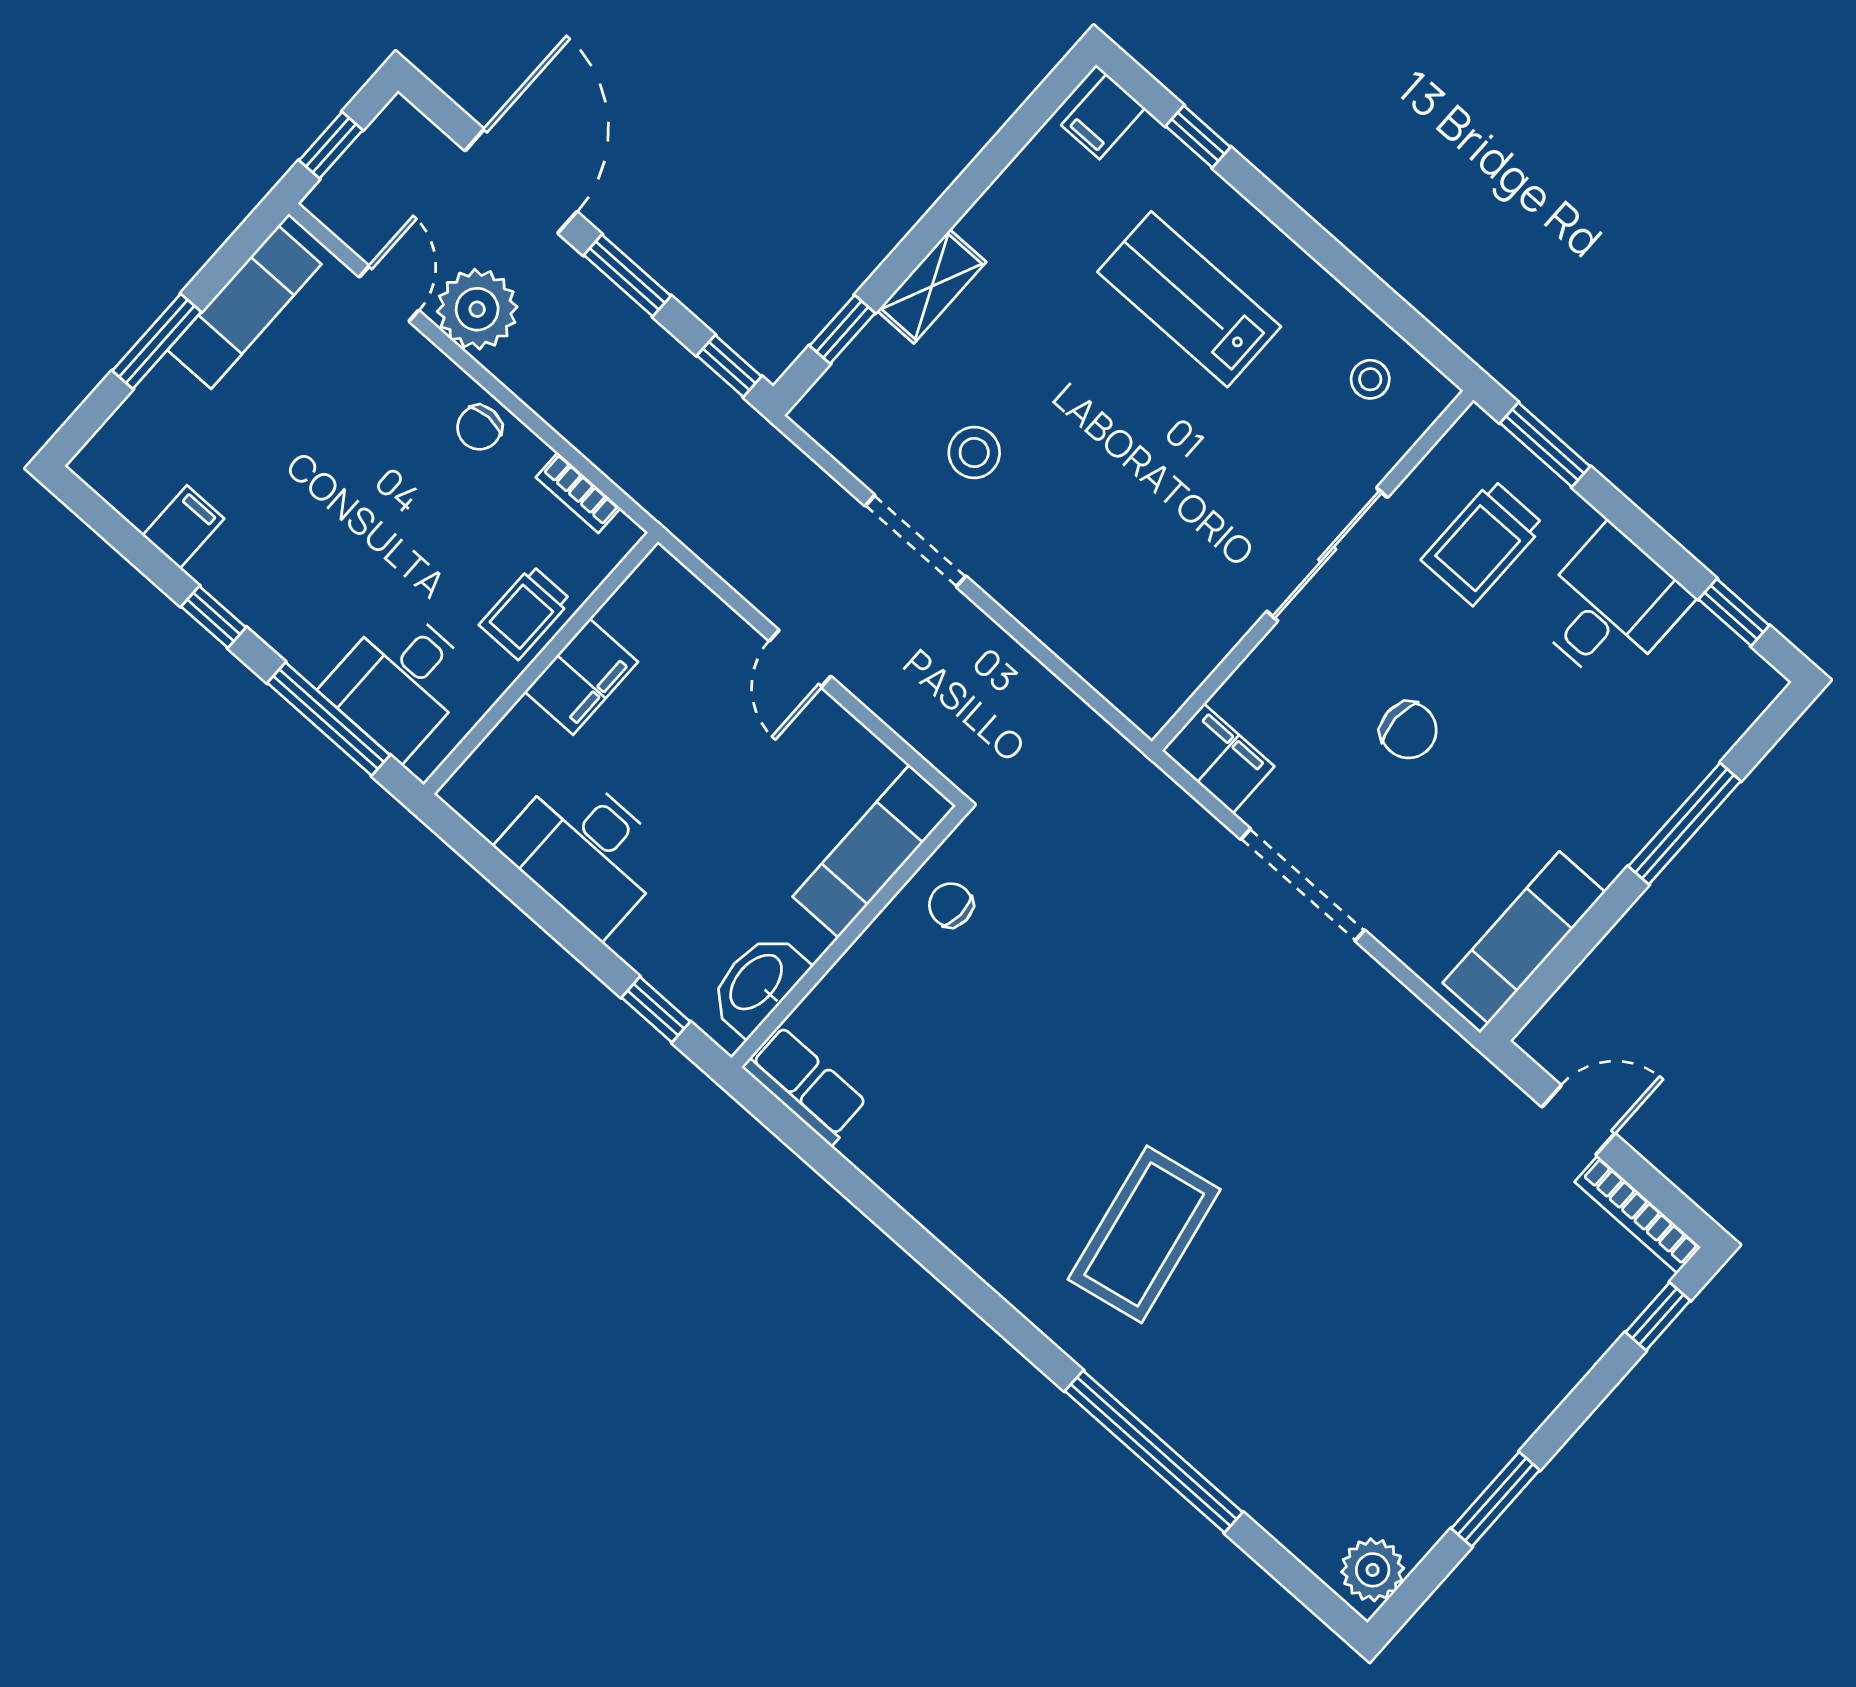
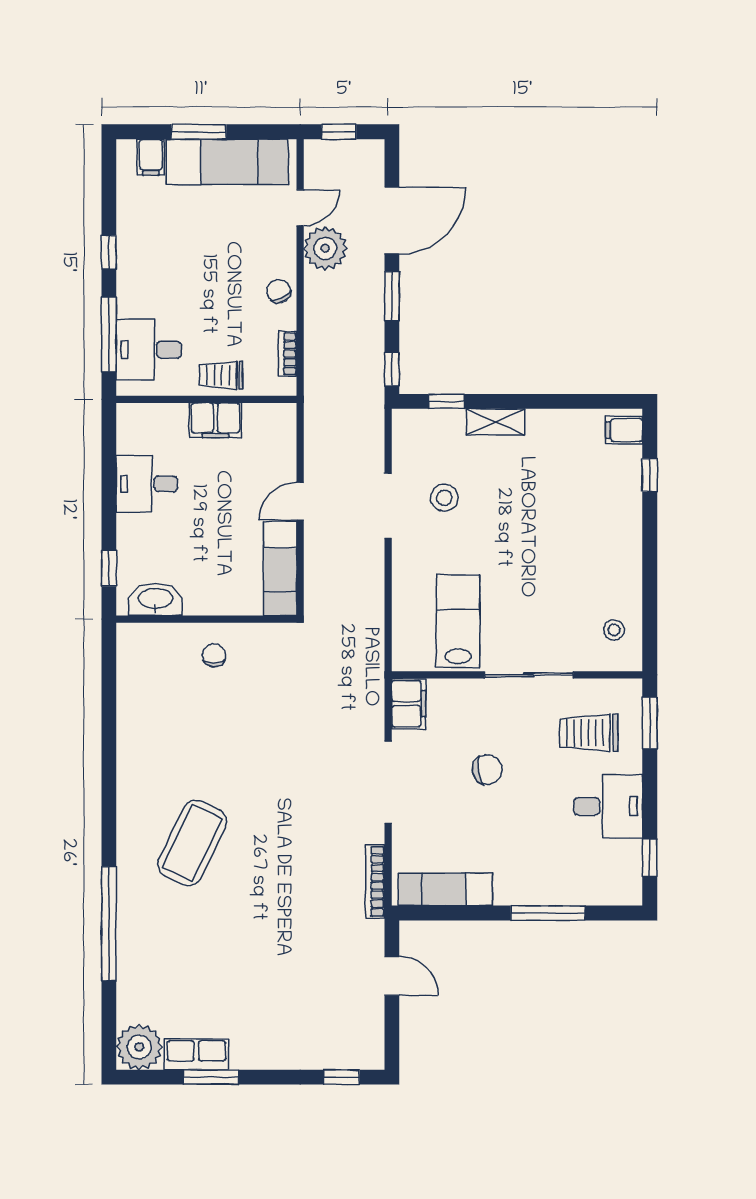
lab bench: (1189, 299) -> (458, 621), moved
exam couch: (245, 307) -> (227, 162), width x1.36, depth x1.45
chair: (479, 428) -> (279, 291), turned 64
filing cabinet: (183, 527) -> (151, 157), moved, turned 90
chair: (1408, 730) -> (487, 770), turned -99
exam couch: (874, 851) -> (280, 568), moved, turned -90
desk: (585, 852) -> (147, 484), width x0.73
chair: (951, 905) -> (214, 655), moved
row of seats: (805, 1086) -> (196, 1054), moved, turned -90
bookcase: (1638, 1215) -> (375, 881), moved
coffee table: (1144, 1234) -> (192, 843), turned -53
plant: (1373, 1570) -> (139, 1047), width x1.36, depth x1.36

